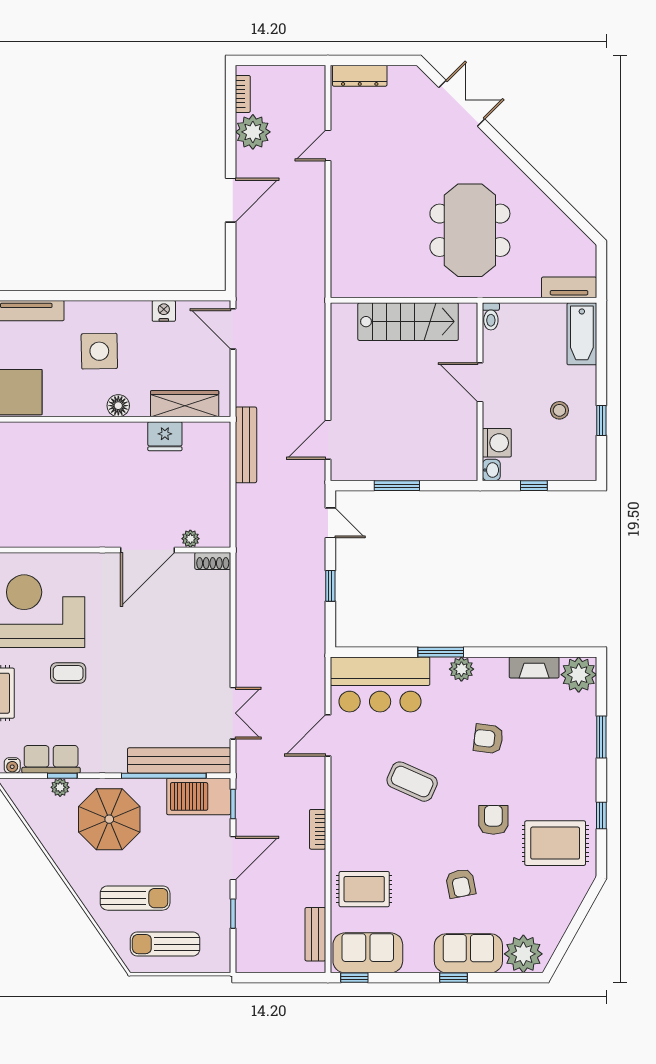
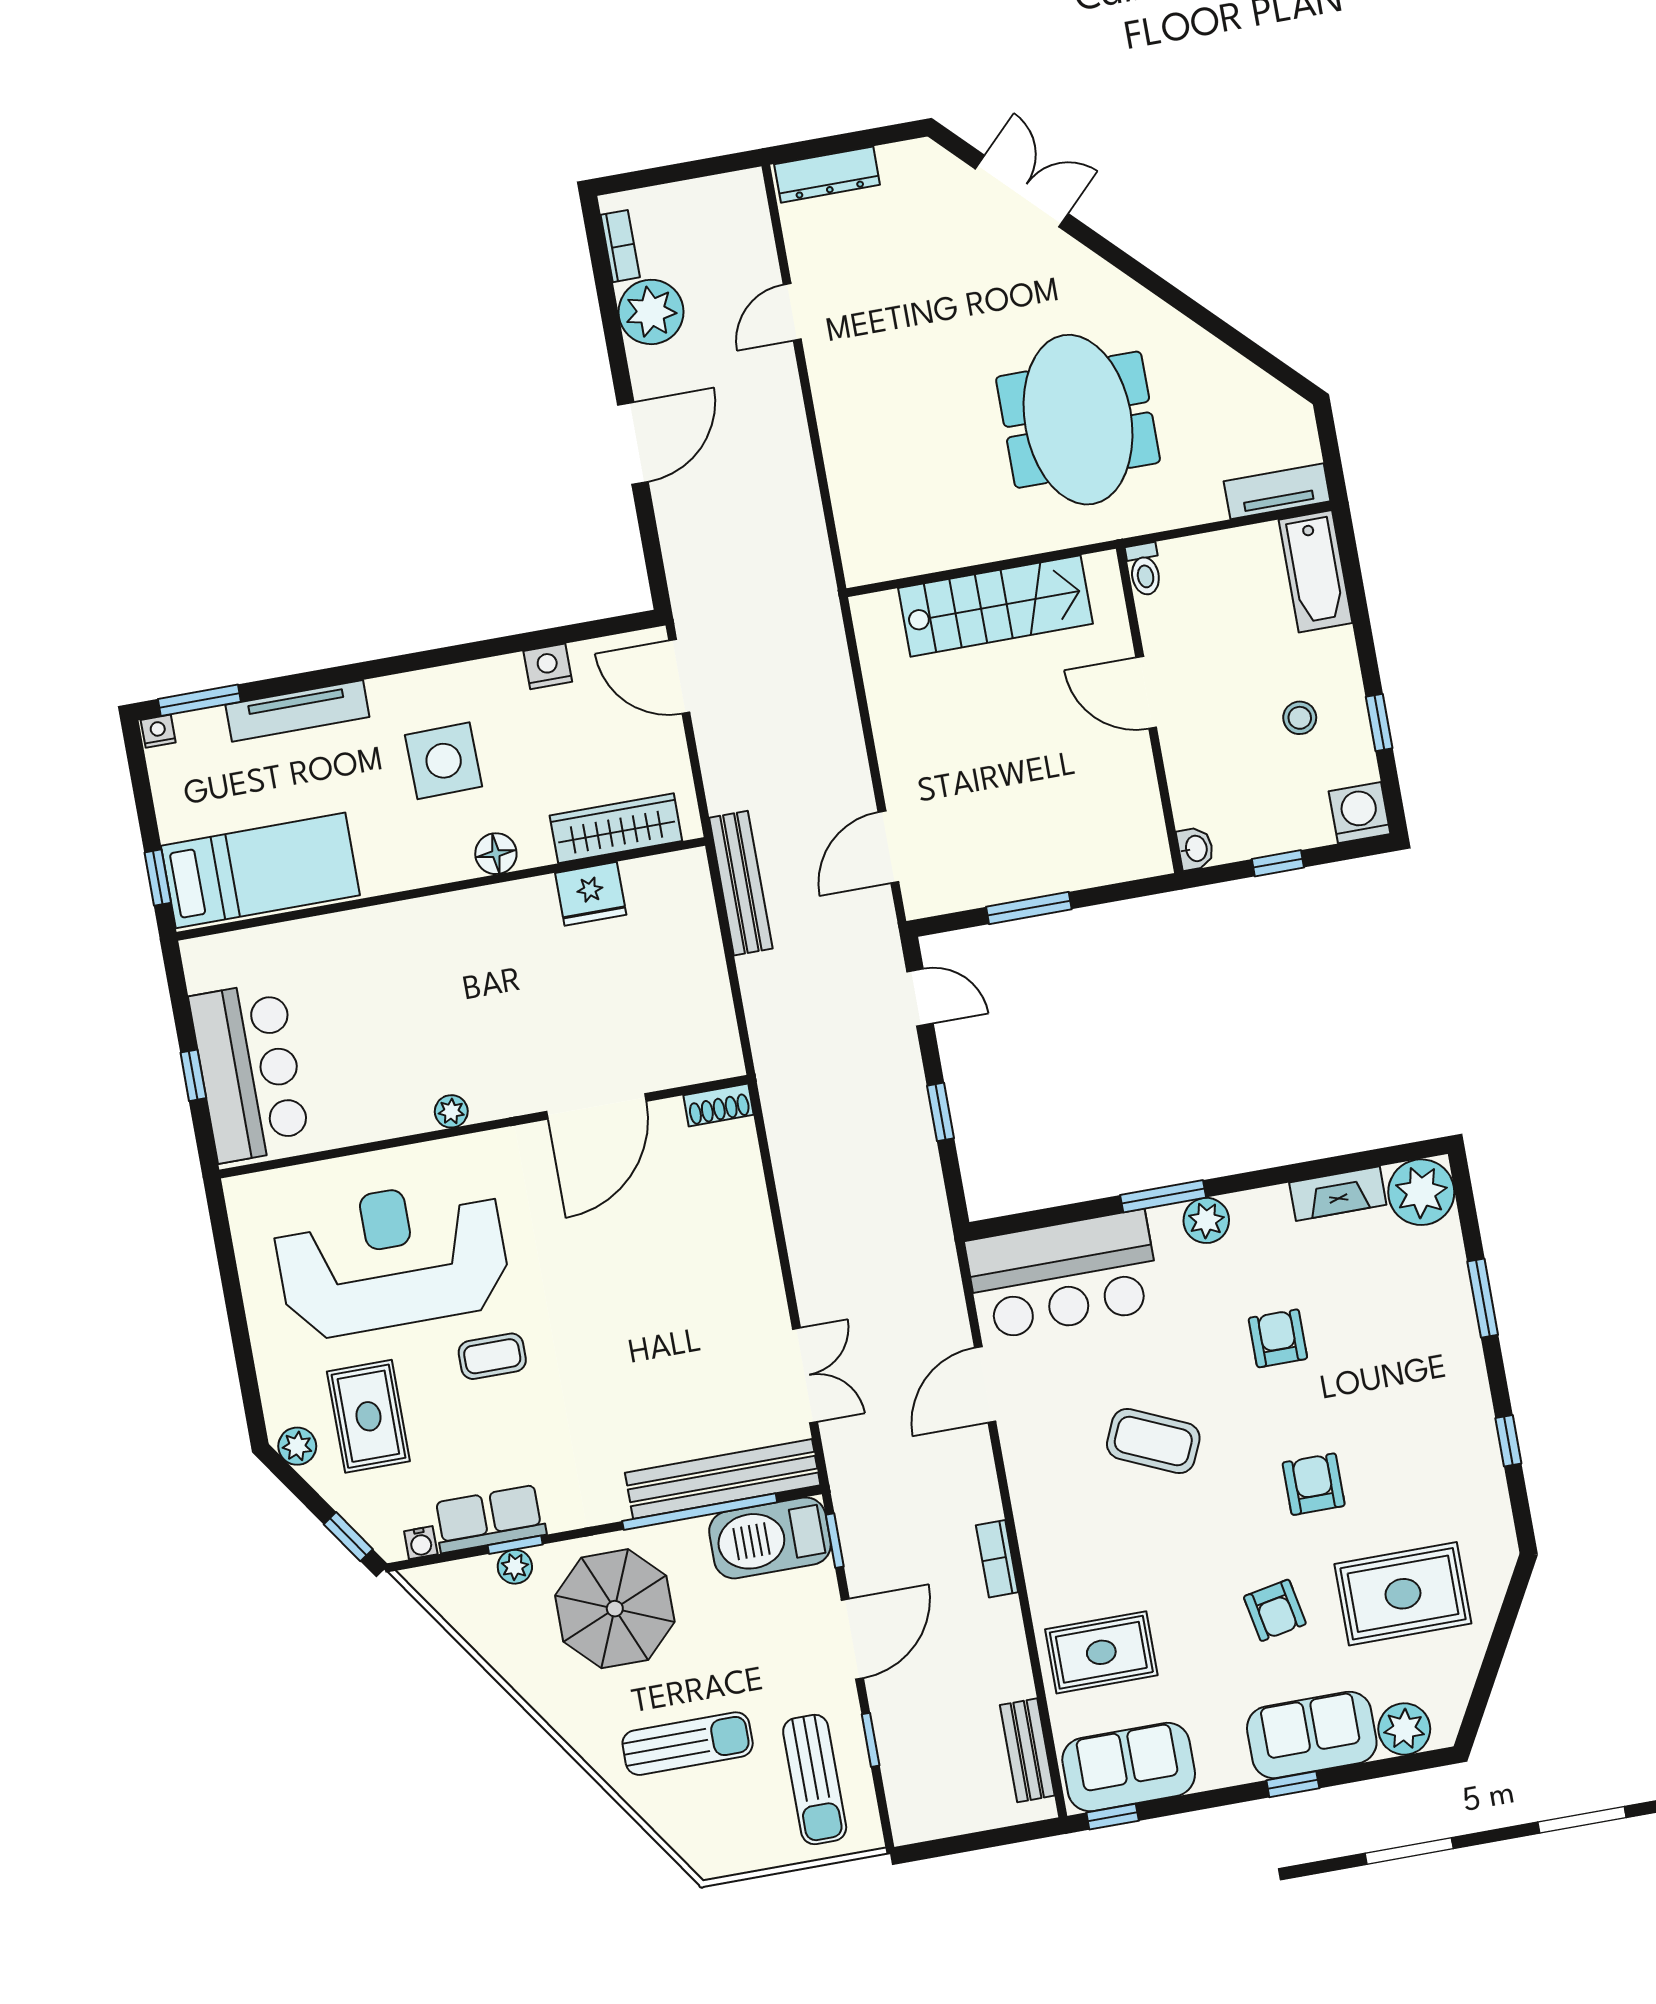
washing machine: (497, 443) -> (1359, 813), moved, turned -90
plant: (190, 539) -> (451, 1111), moved
armchair: (488, 739) -> (1278, 1338), turned 83
rug: (555, 843) -> (1403, 1594), moved
sun lounger: (165, 944) -> (815, 1780), moved, turned -90
plant: (523, 954) -> (1404, 1729), width x0.73, depth x0.73

